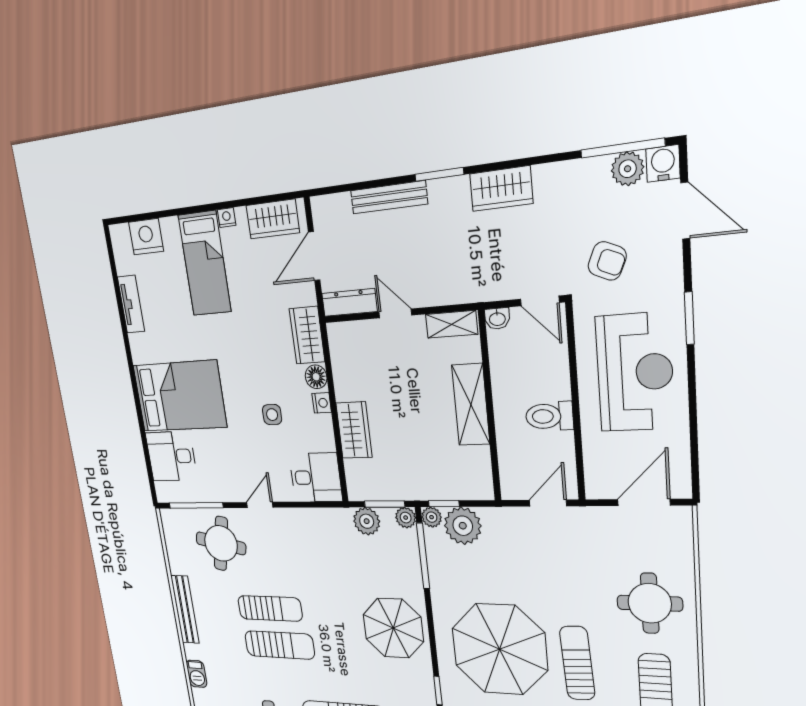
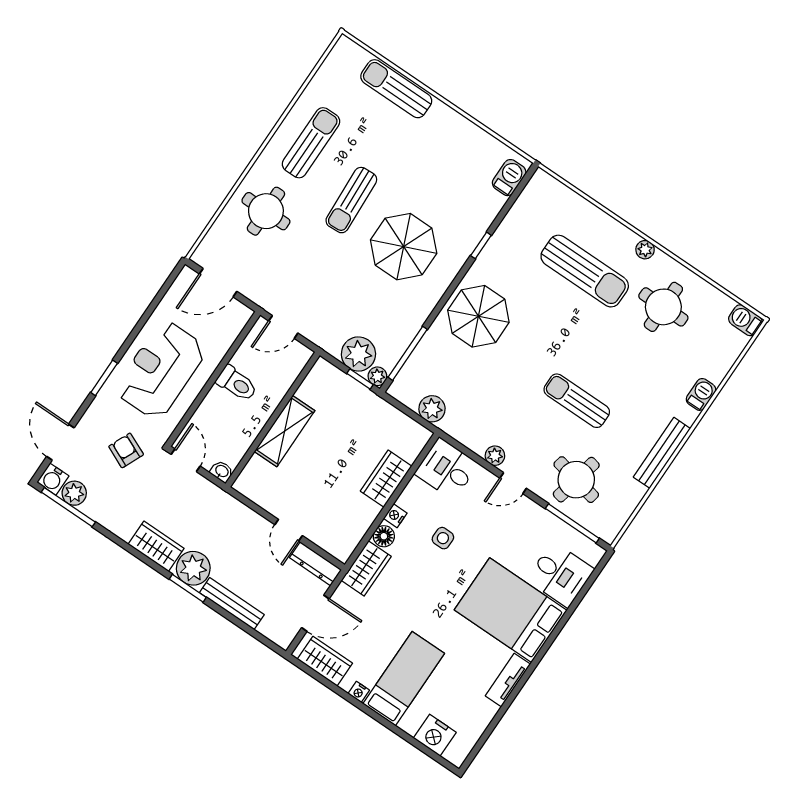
plant: (450, 199) -> (193, 568), added
tv unit: (131, 304) -> (508, 680), moved
shelving: (451, 324) -> (255, 492), removed
window: (385, 504) -> (407, 411), removed
plant: (406, 518) -> (495, 456), moved
sun lounger: (280, 645) -> (594, 367), removed
parasol: (499, 649) -> (404, 247), width x0.73, depth x0.73

